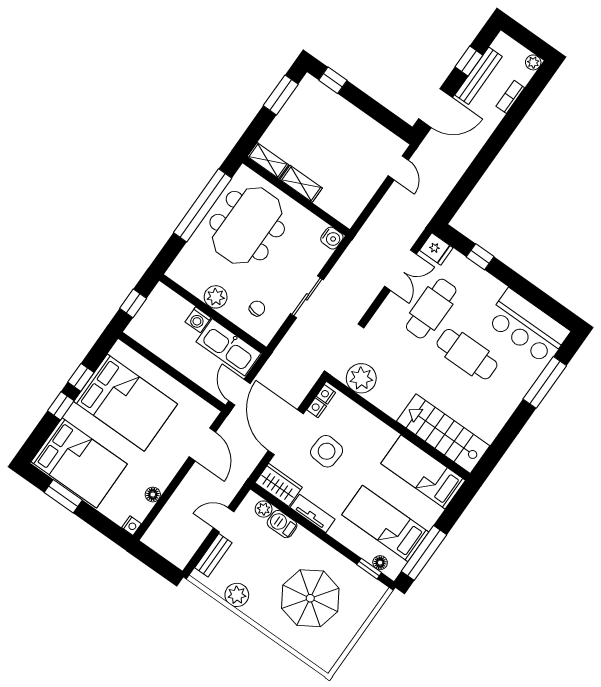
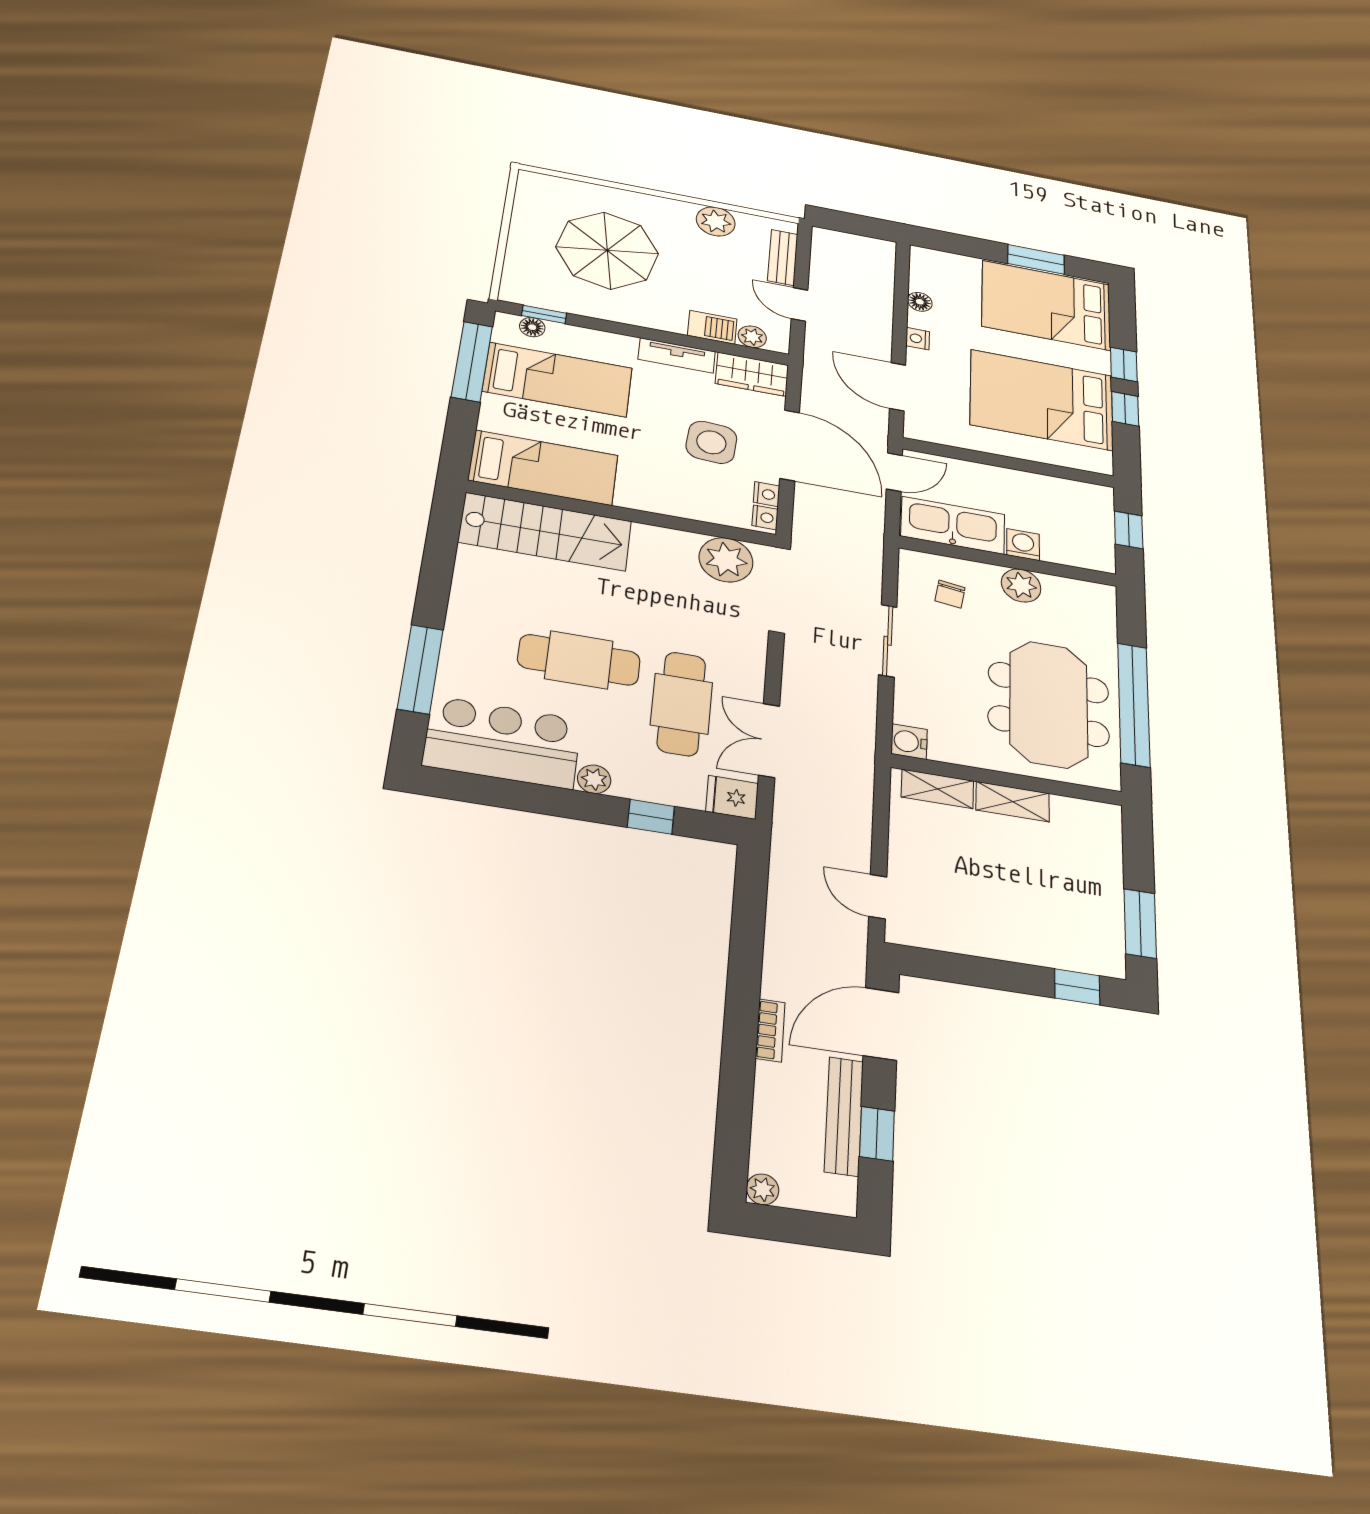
bookcase: (510, 97) -> (770, 1030), moved
shelving: (268, 161) -> (937, 789), moved
plant: (496, 288) -> (594, 779), added
door: (239, 392) -> (894, 472), hinge flipped
door: (224, 520) -> (799, 304), swing flipped
nightstand: (131, 526) -> (918, 339), moved

